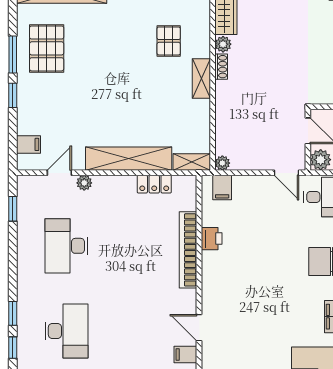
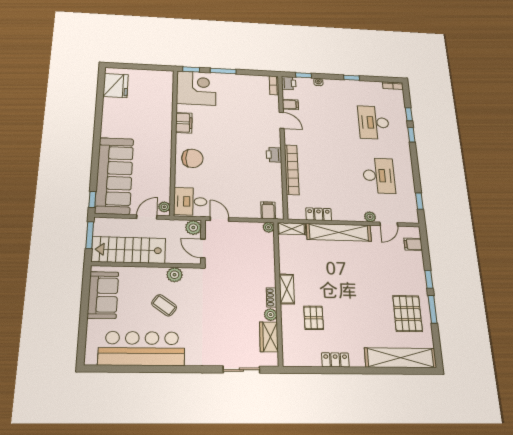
printer: (212, 239) -> (274, 155), moved

